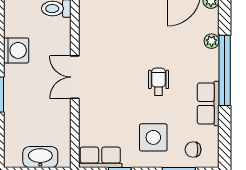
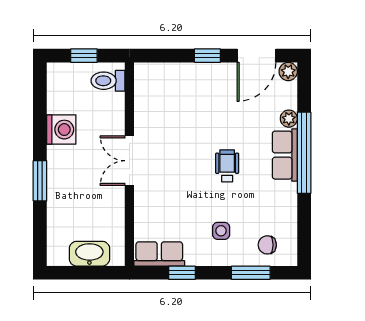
row of seats: (208, 103) -> (285, 155), moved
side table: (153, 137) -> (221, 231), width x0.54, depth x0.54

